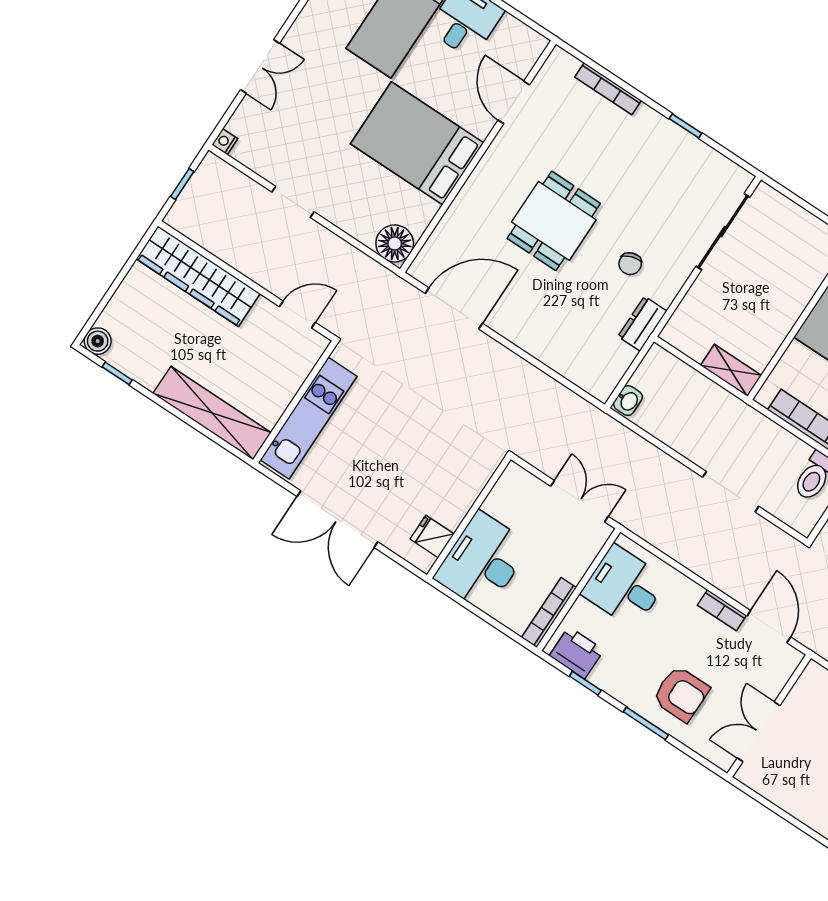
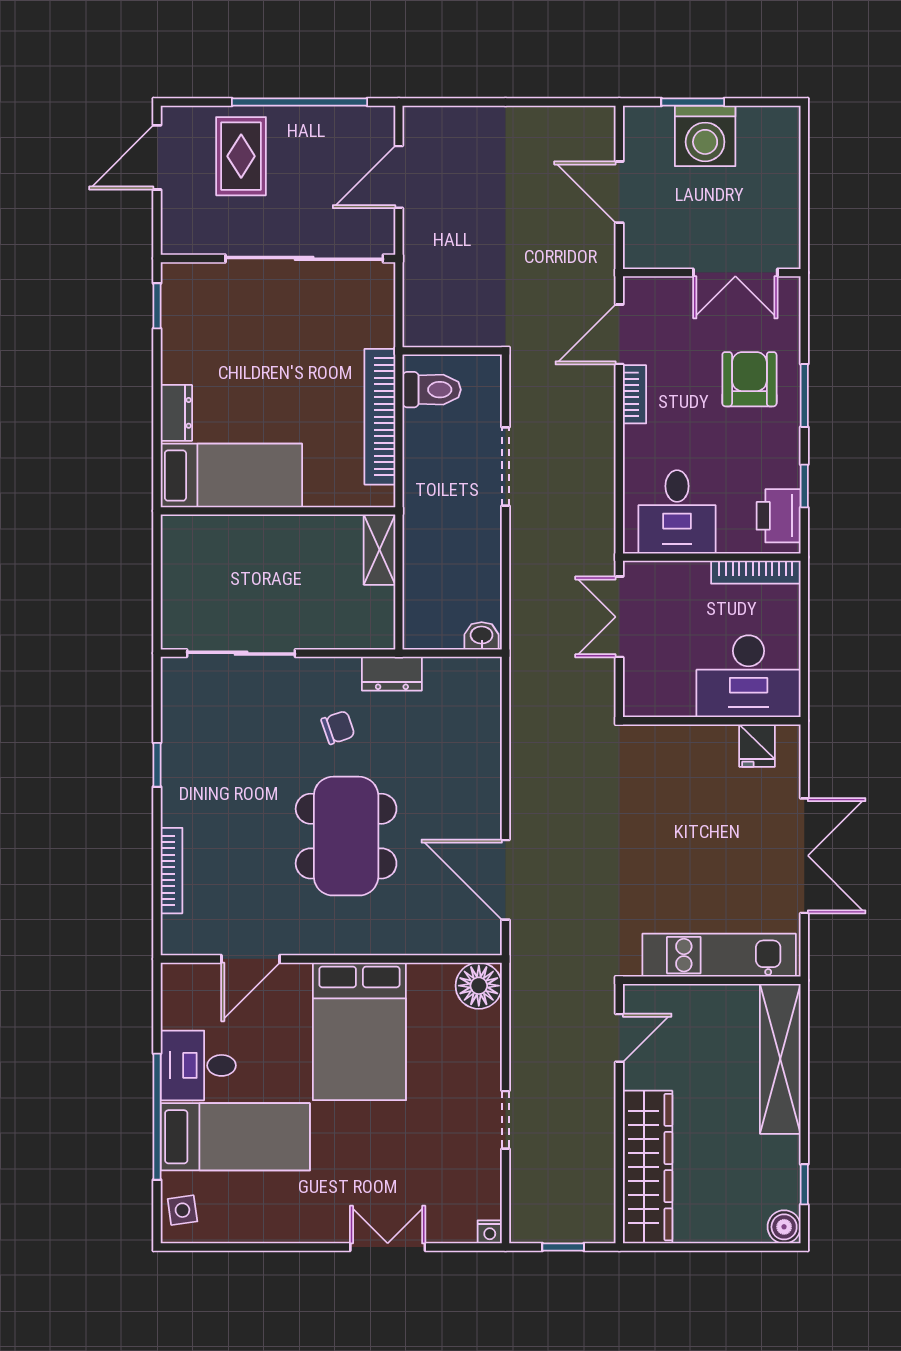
dining table: (554, 221) -> (346, 836), width x1.38
door: (297, 314) -> (619, 1038), swing flipped

